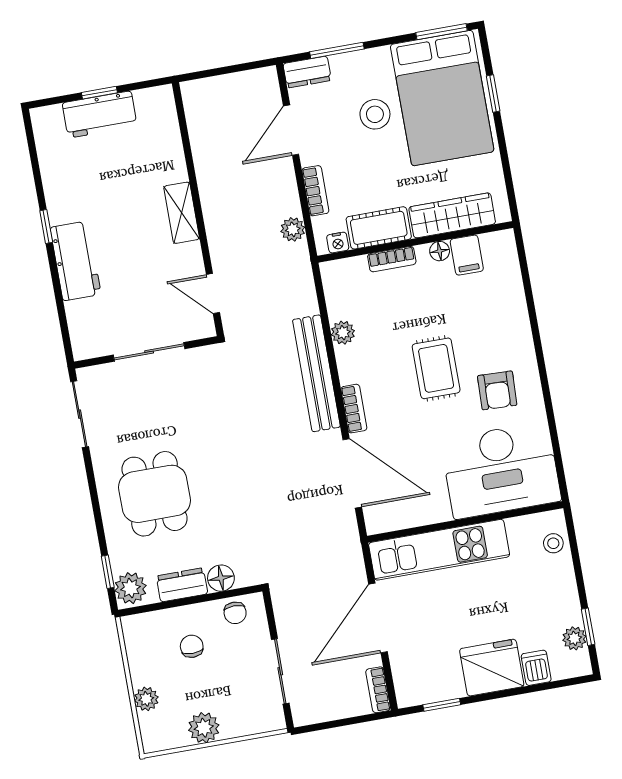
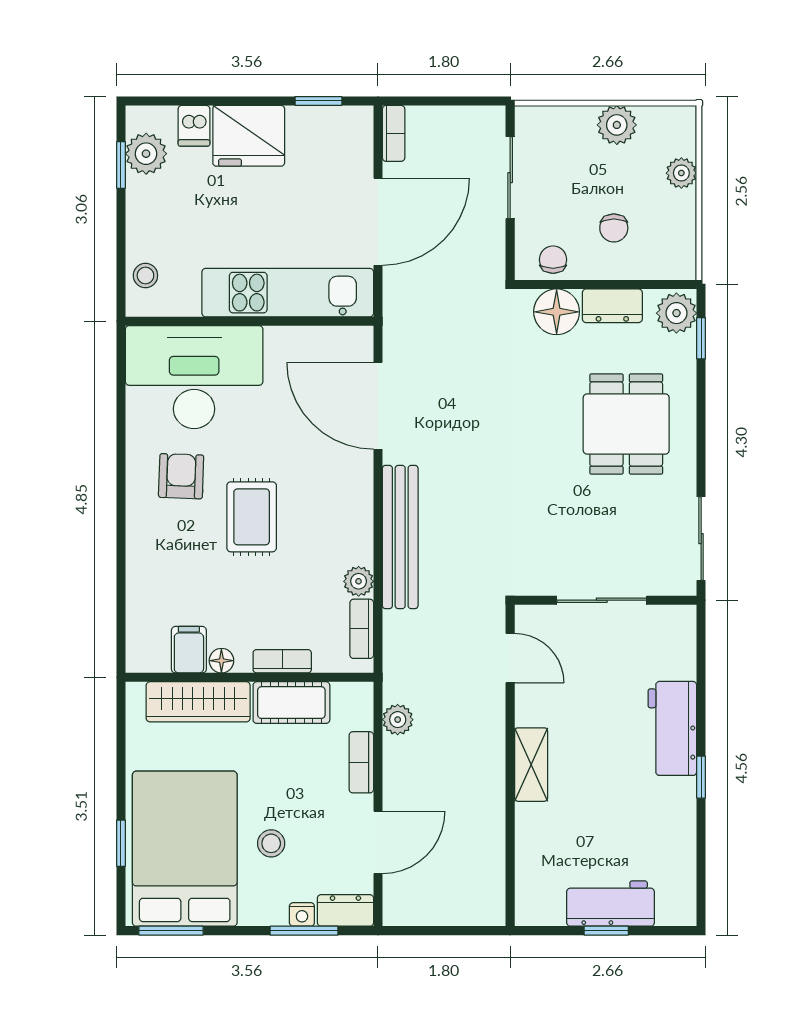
stool: (375, 114) -> (271, 843), width x0.73, depth x0.73
nightstand: (338, 243) -> (302, 914), moved, turned 180
bookcase: (354, 409) -> (362, 629), moved
floor lamp: (221, 578) -> (557, 312), width x1.38, depth x1.38
plant: (574, 638) -> (146, 154), width x1.38, depth x1.38

